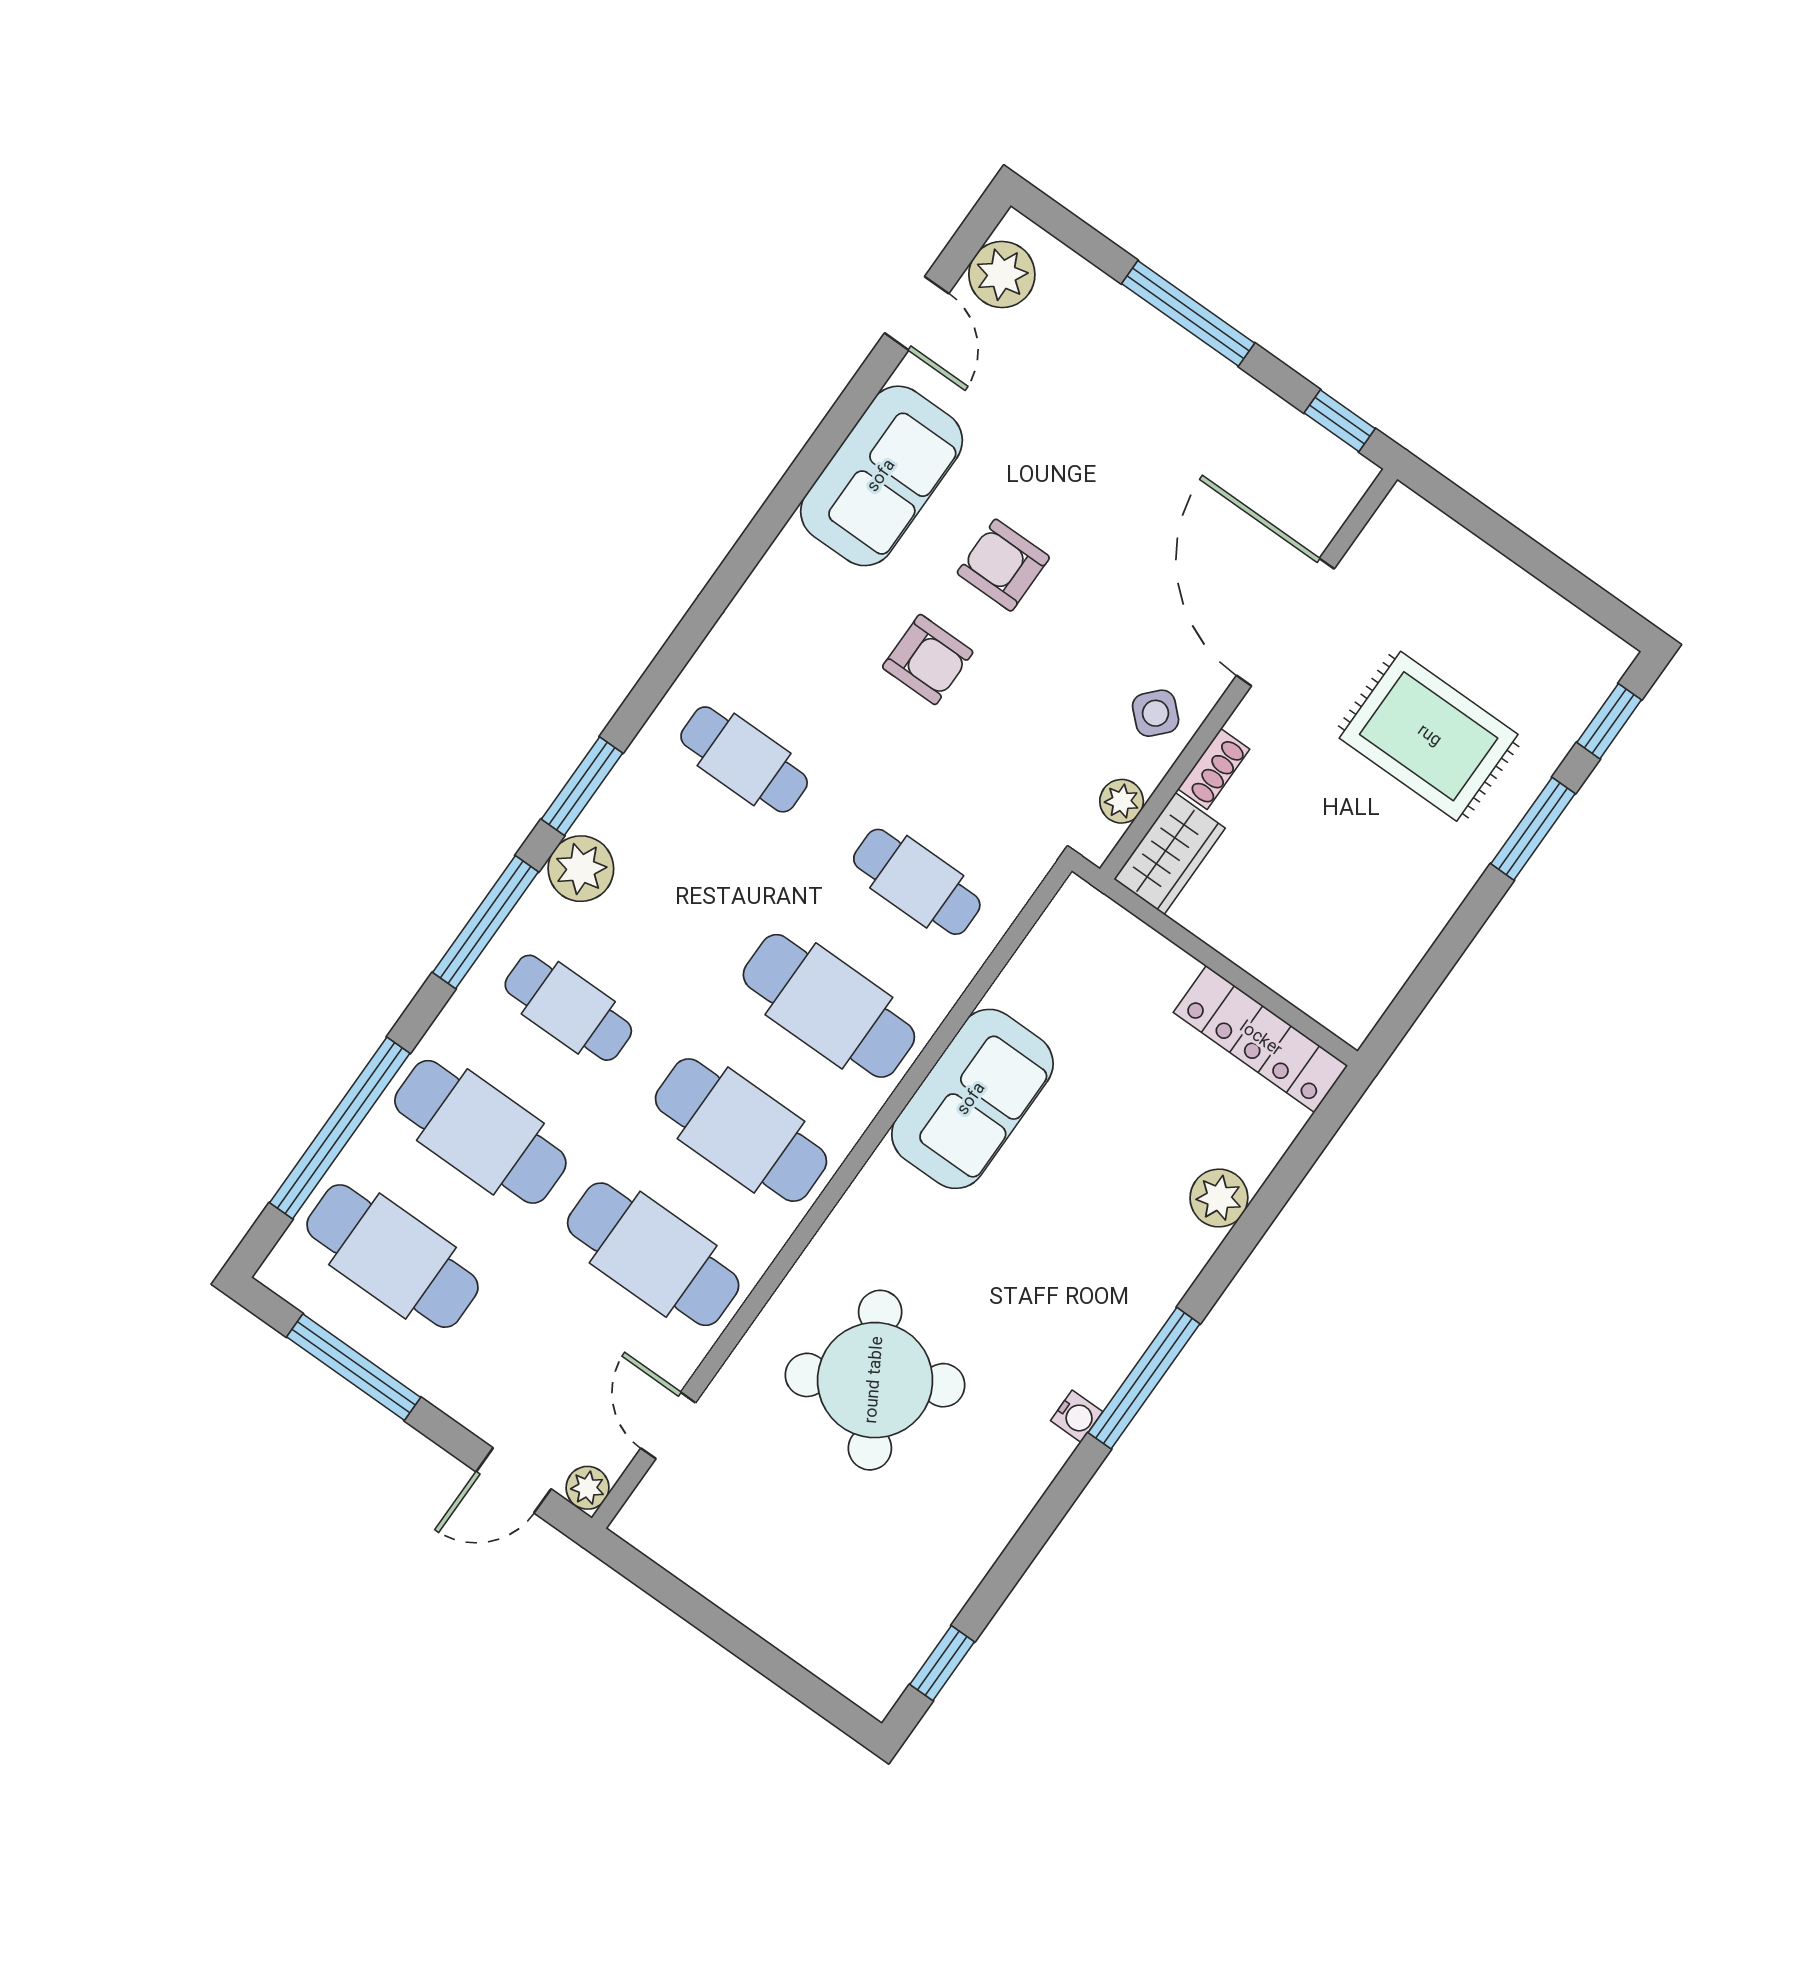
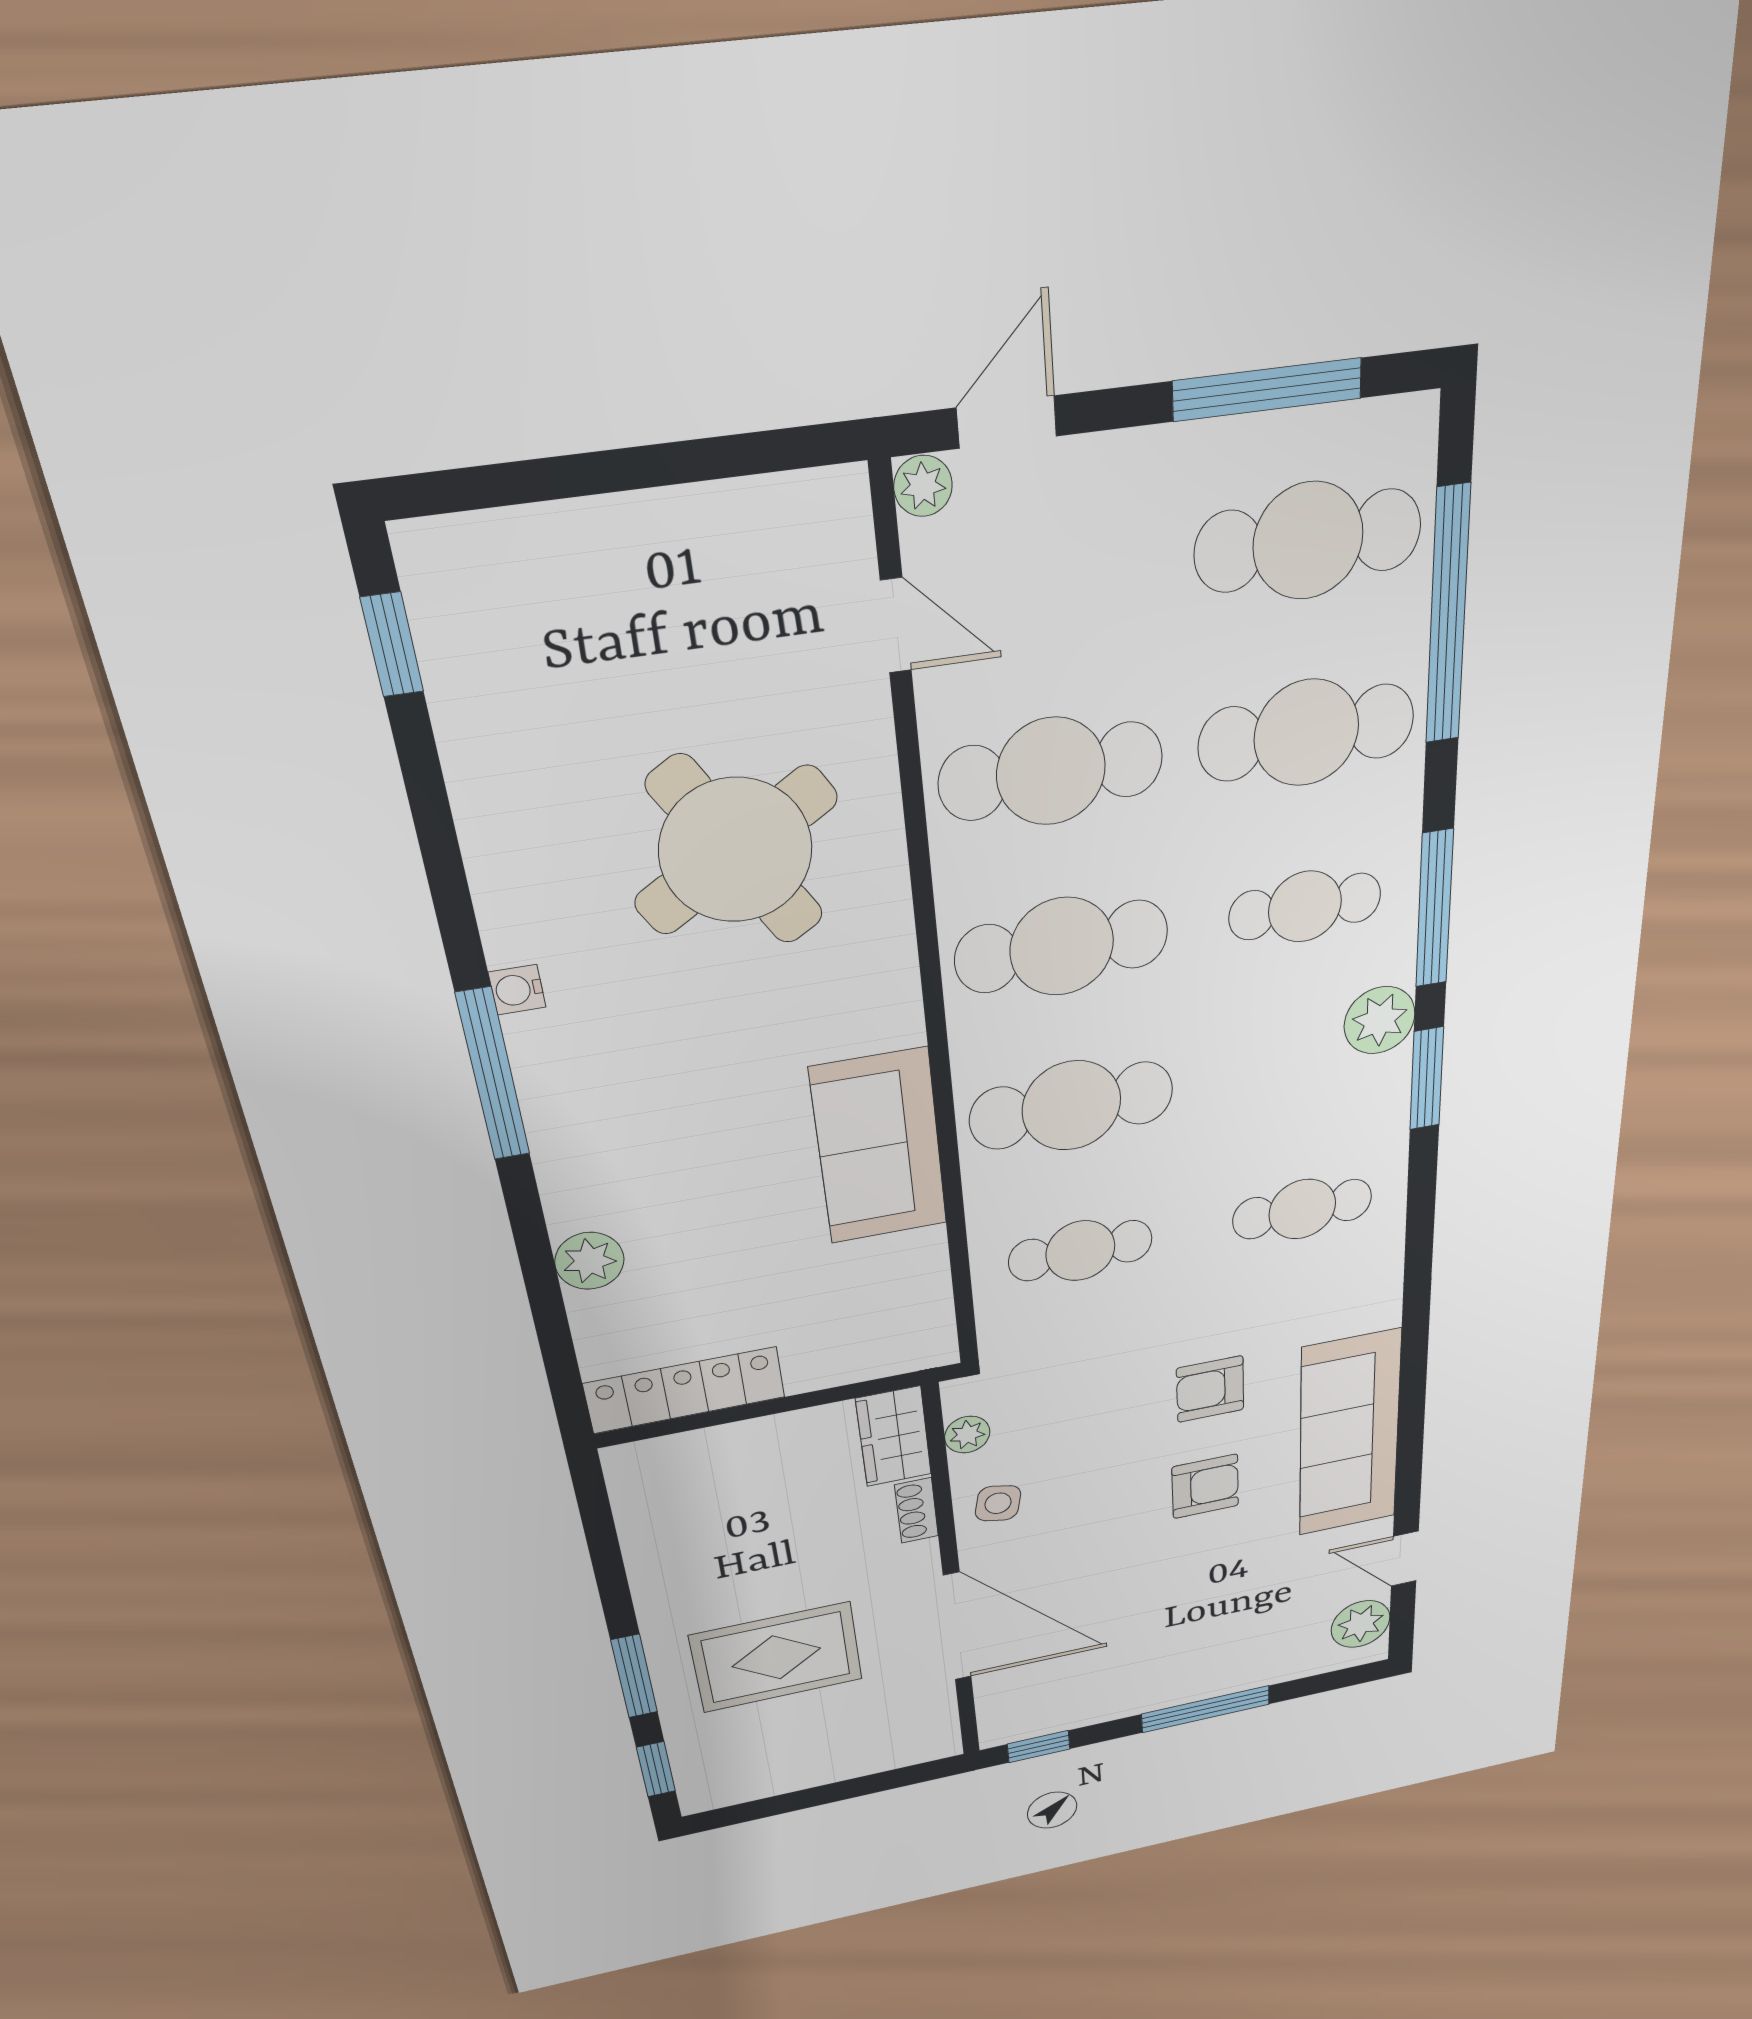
sofa: (882, 476) -> (1349, 1434), width x1.36
side table: (1156, 713) -> (998, 1503), turned -31

